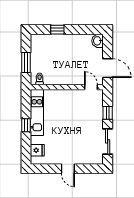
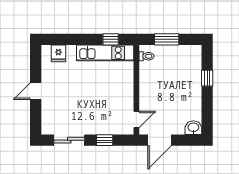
window: (26, 125) -> (111, 39), moved

